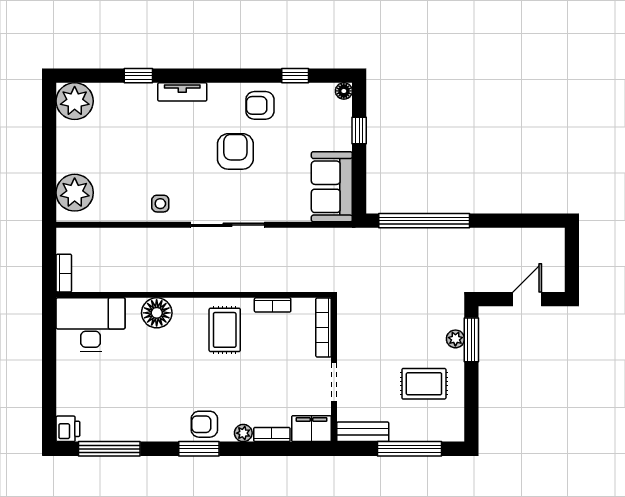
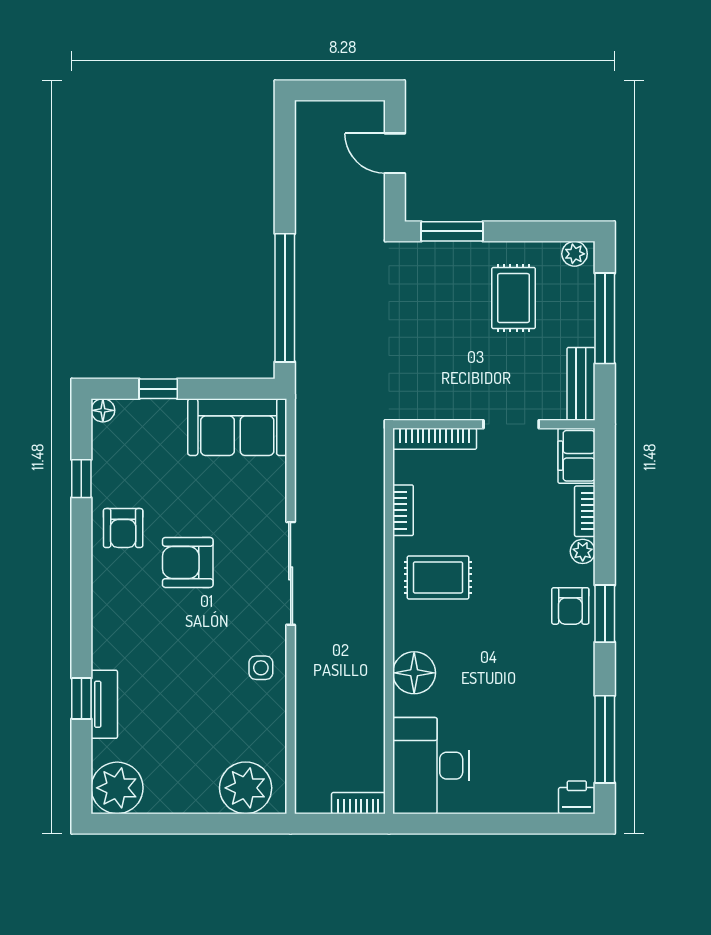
tv unit: (182, 92) -> (104, 704), moved
plant: (455, 339) -> (575, 254), moved

